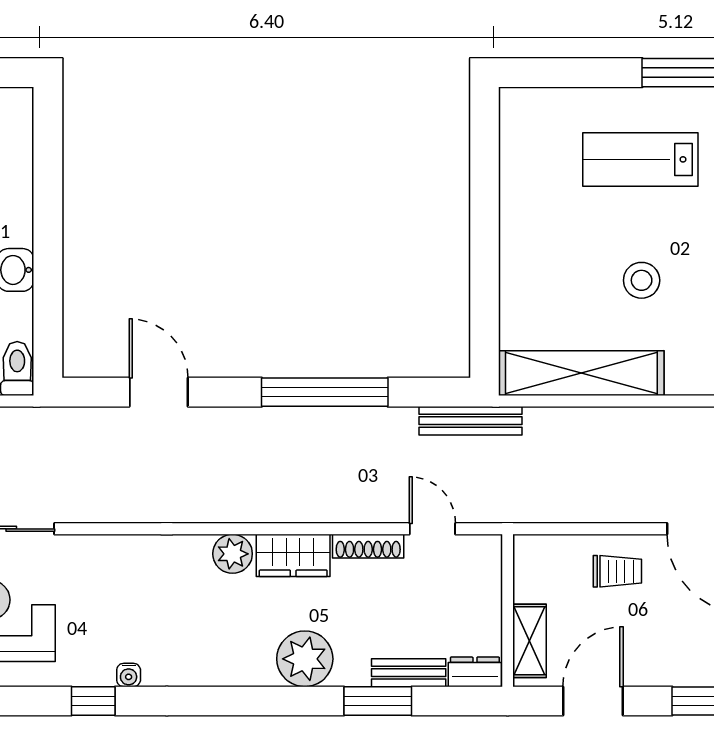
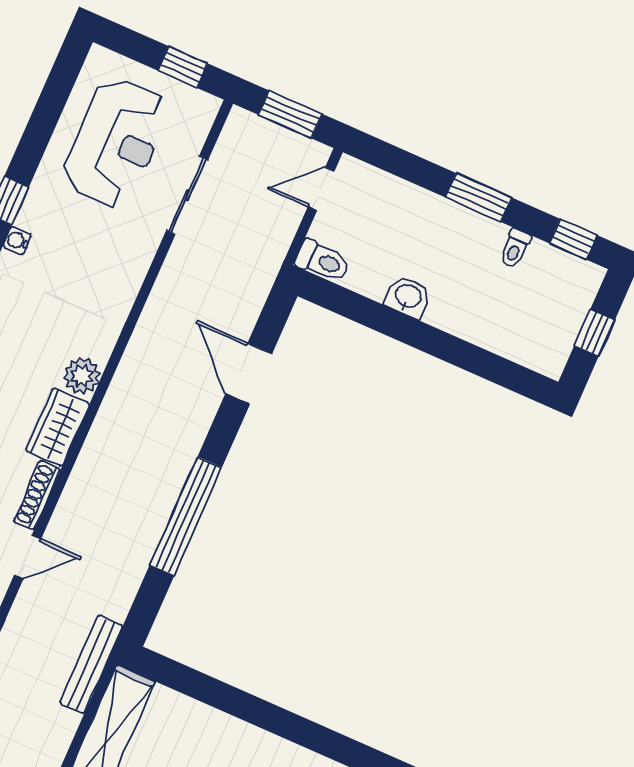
door: (159, 392) -> (249, 374), swing flipped
bench: (471, 421) -> (91, 664), moved

